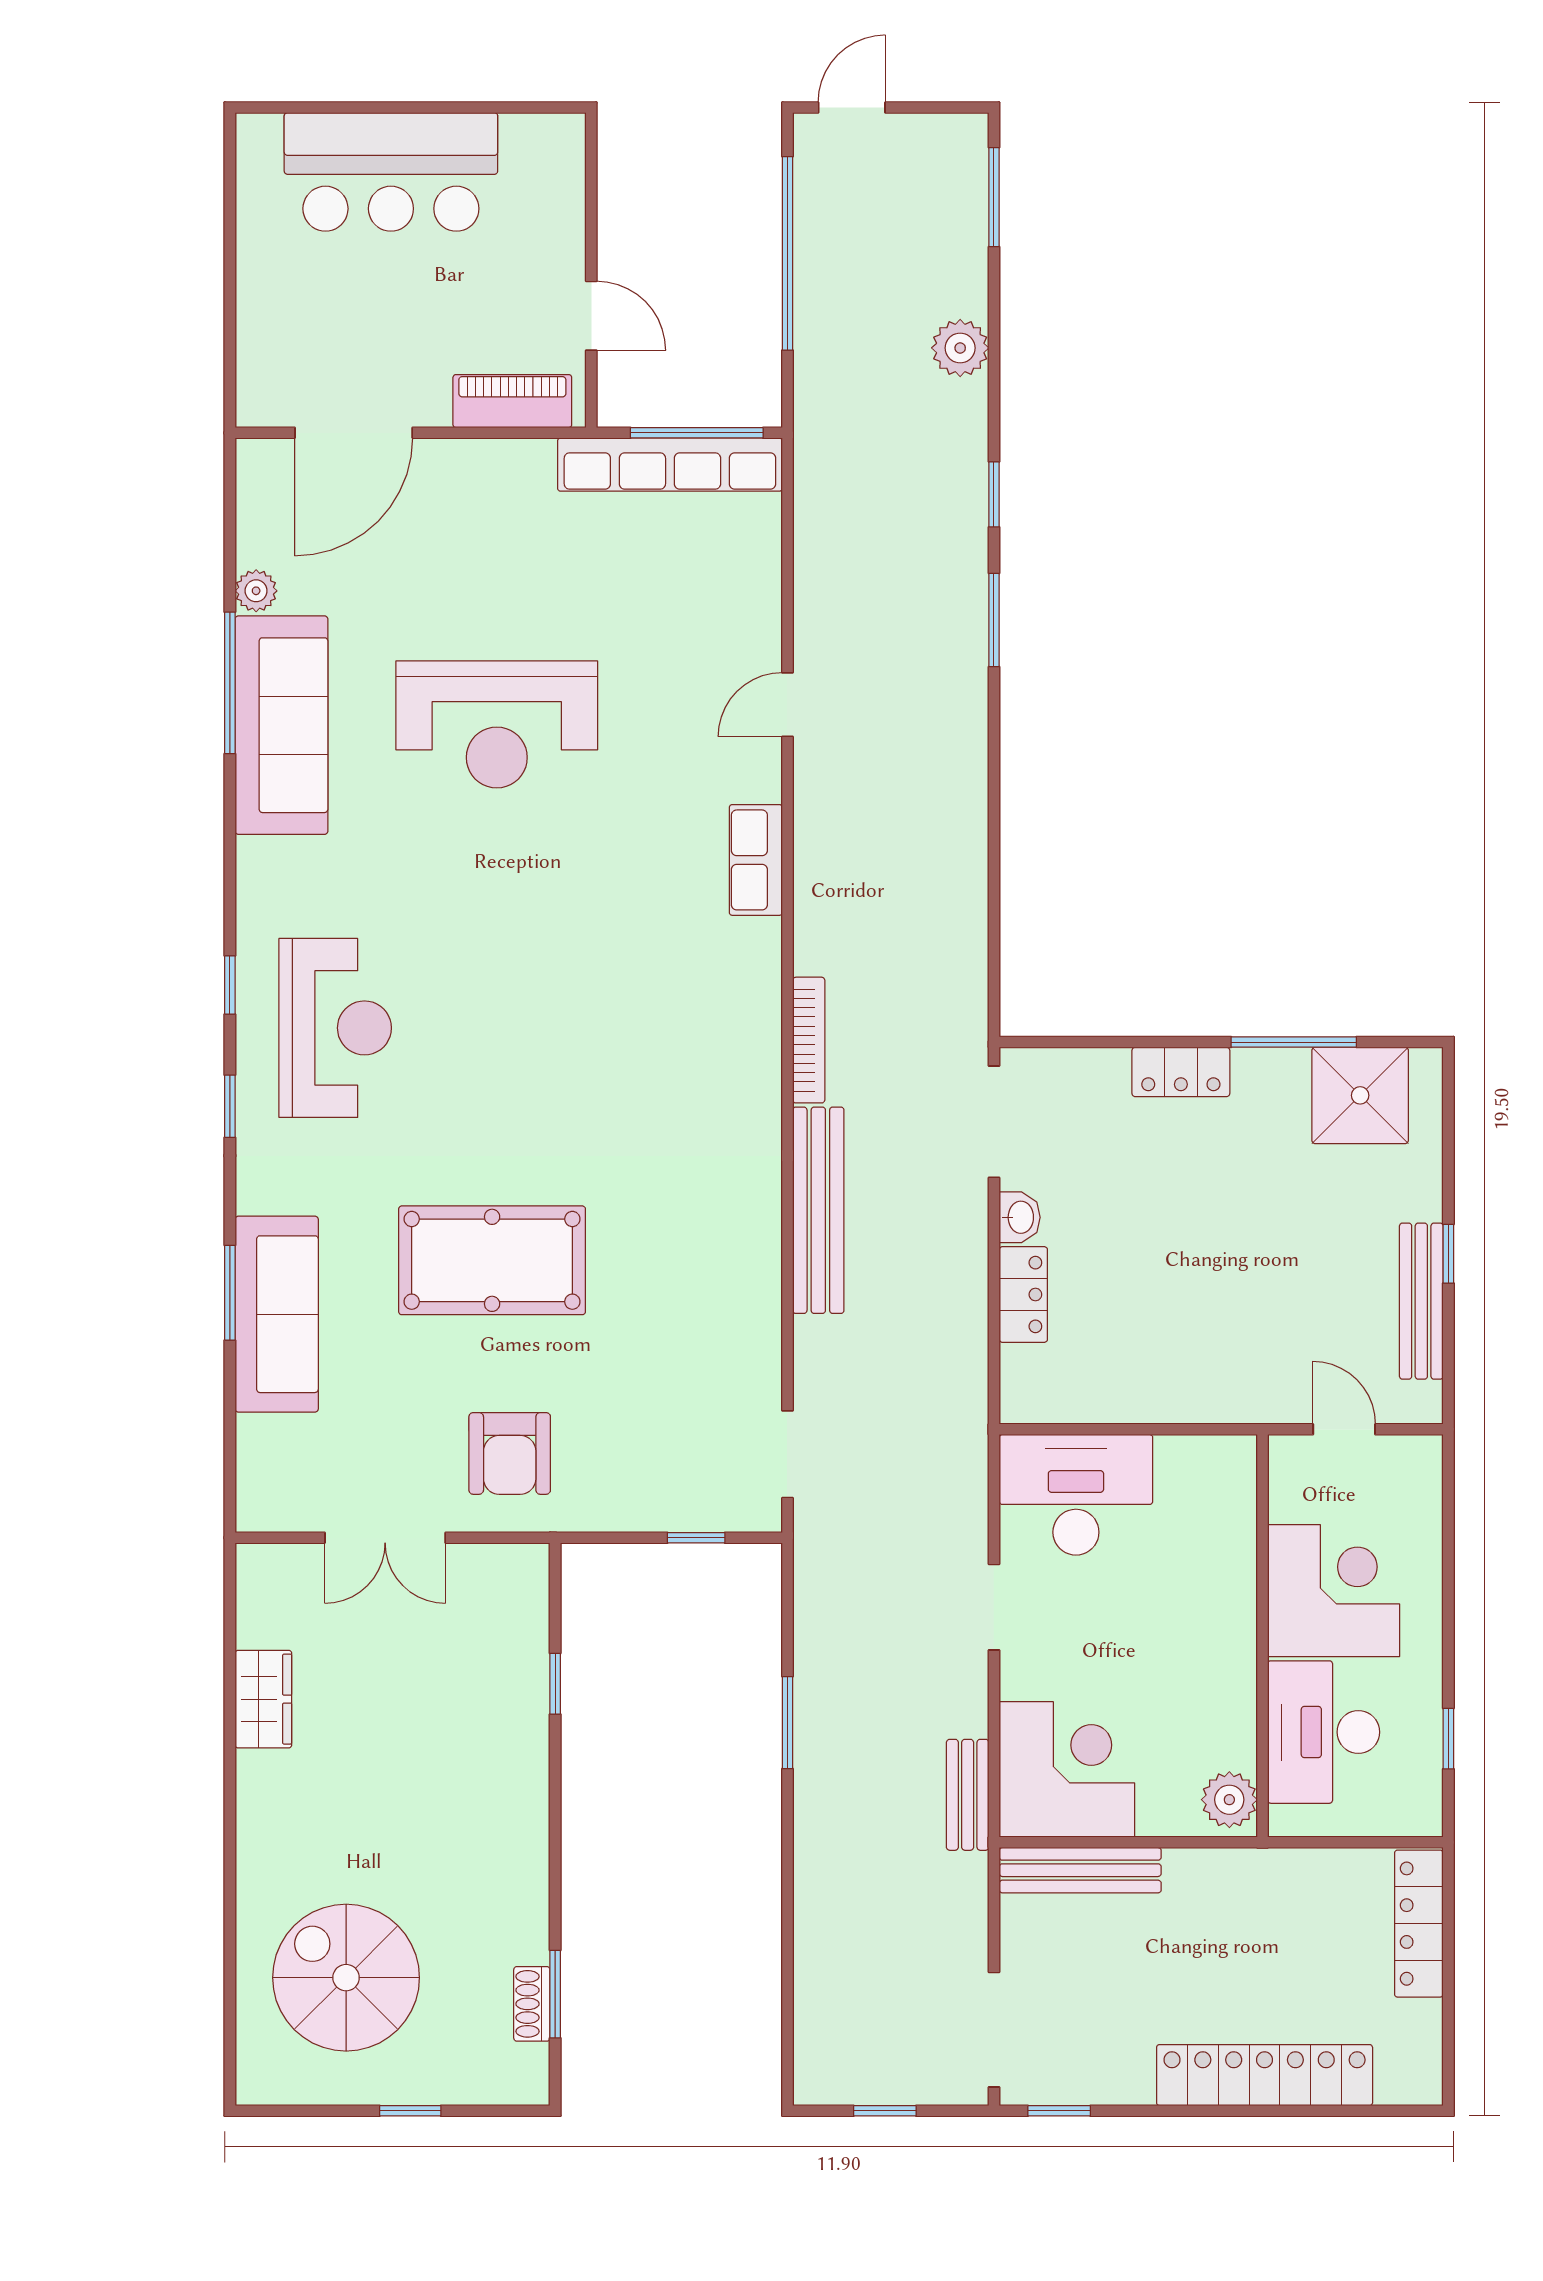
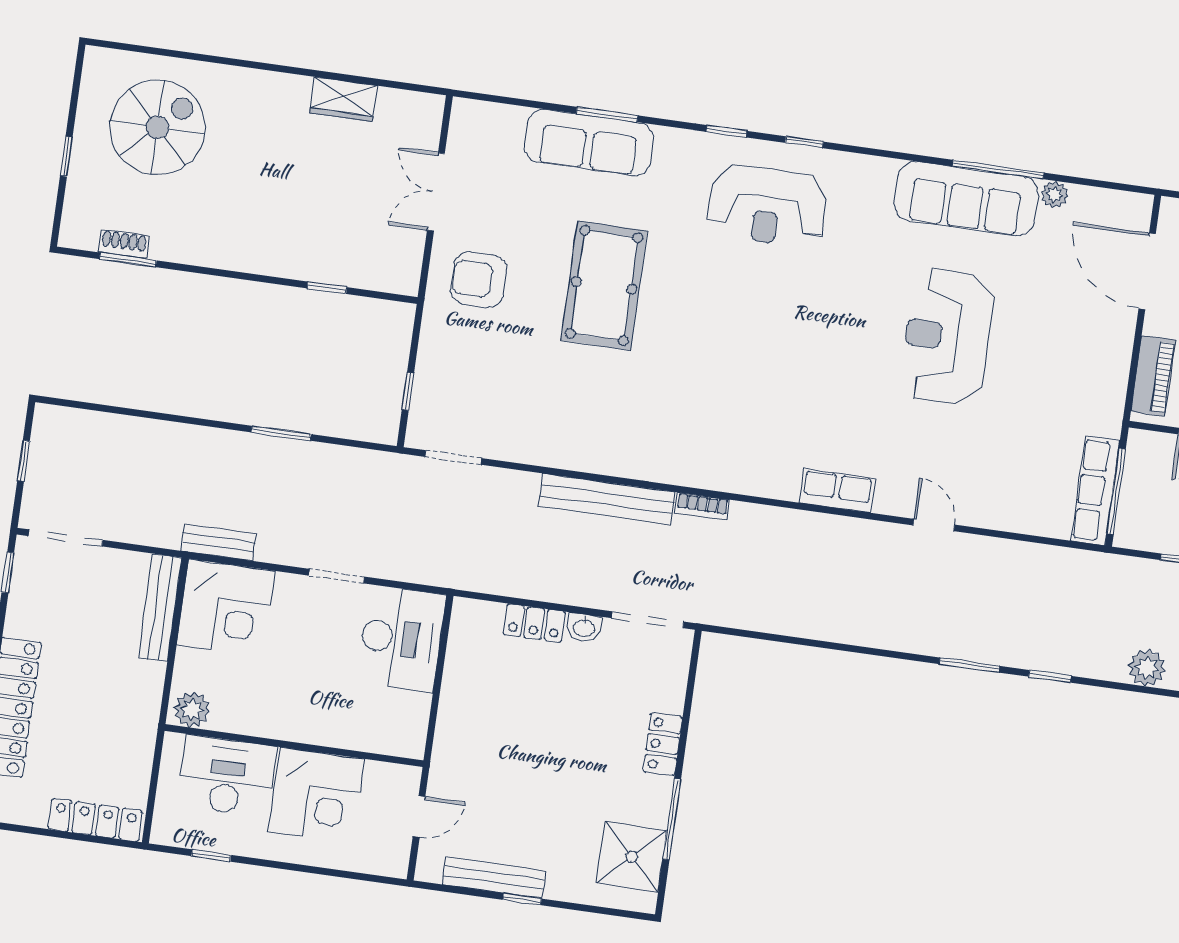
row of seats: (670, 465) -> (1096, 490), width x0.73
bookcase: (809, 1040) -> (702, 506), width x0.64

